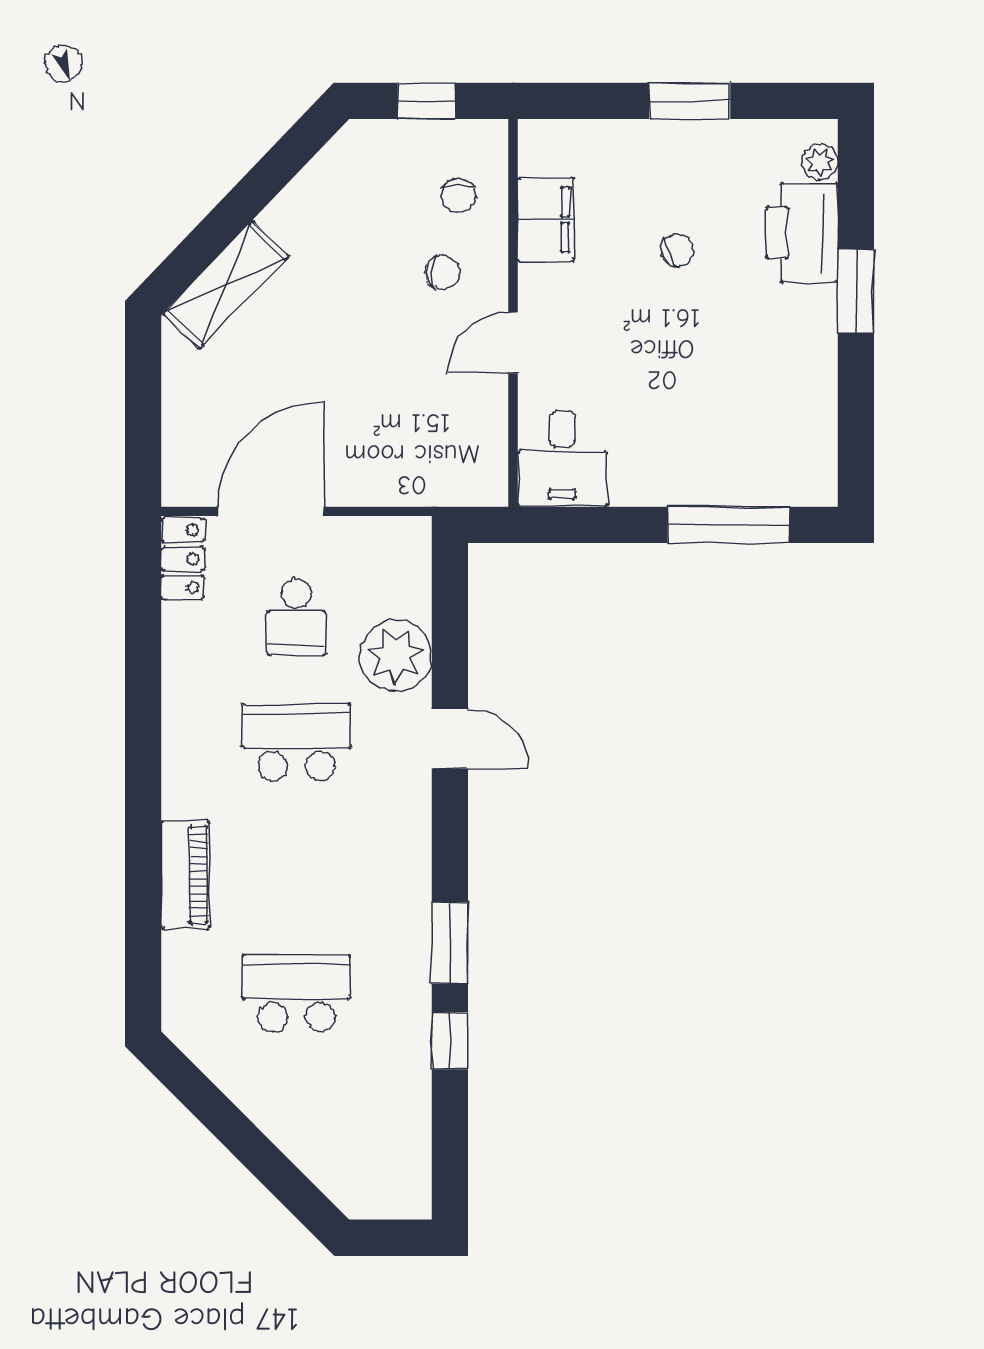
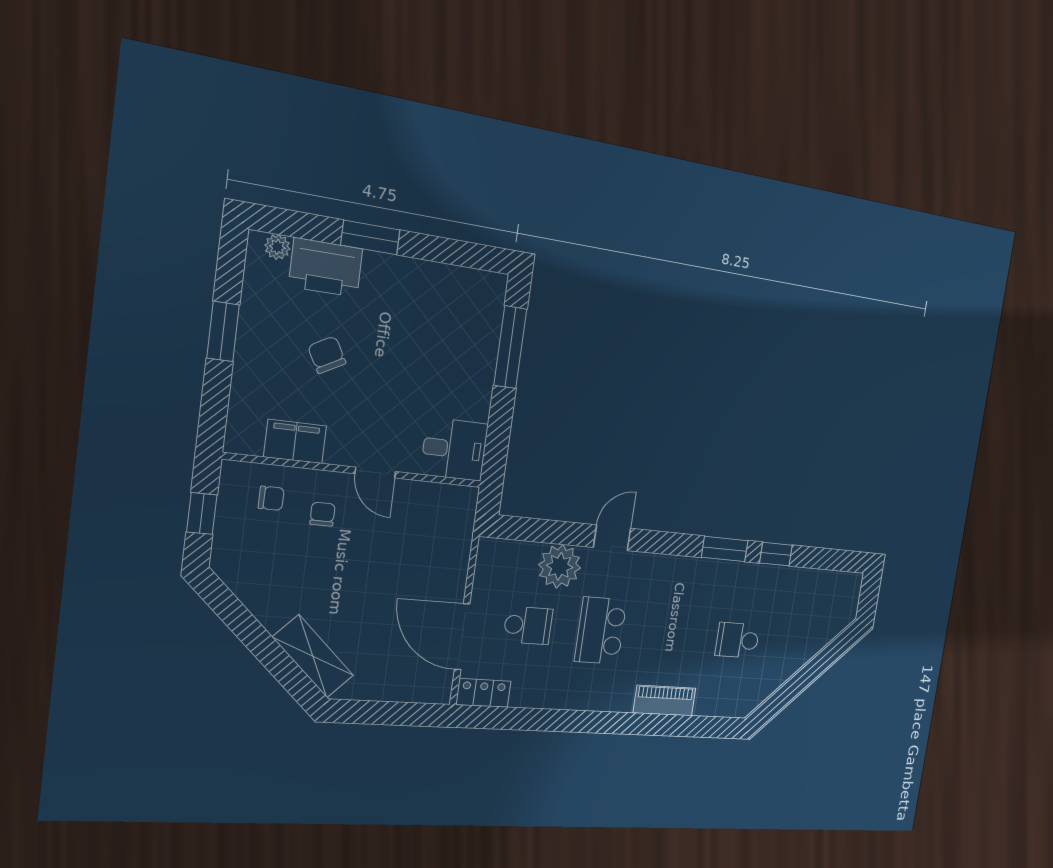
chair: (678, 250) -> (327, 355), width x1.37, depth x1.37
school desk: (296, 993) -> (737, 640), width x0.54

